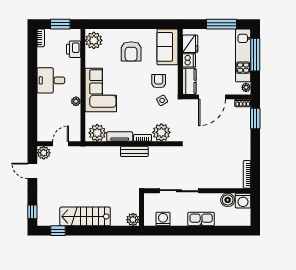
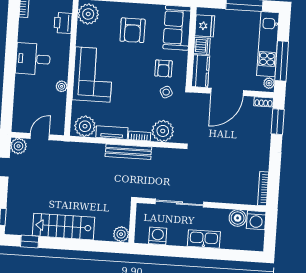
window: (255, 55) -> (282, 61), moved
armchair: (159, 81) -> (164, 68), turned 180
bench: (134, 151) -> (128, 152), width x1.36

